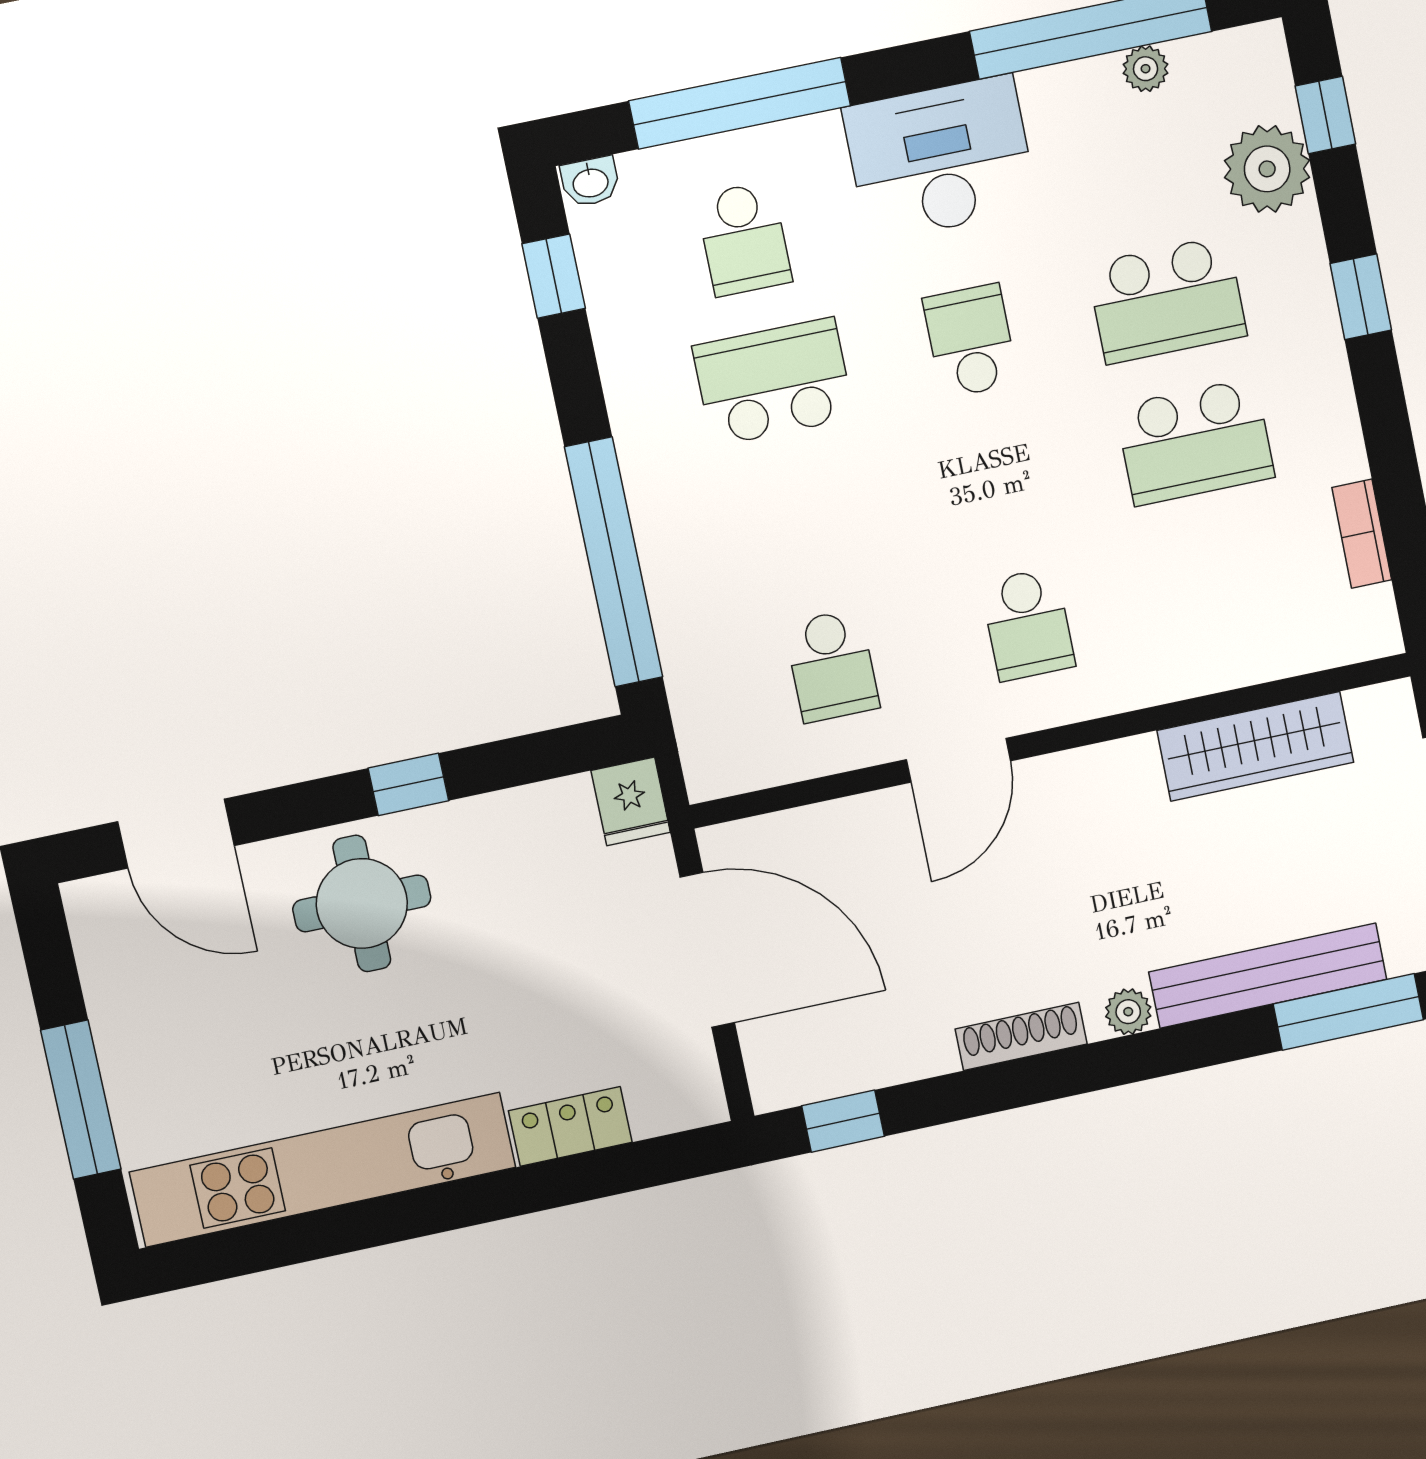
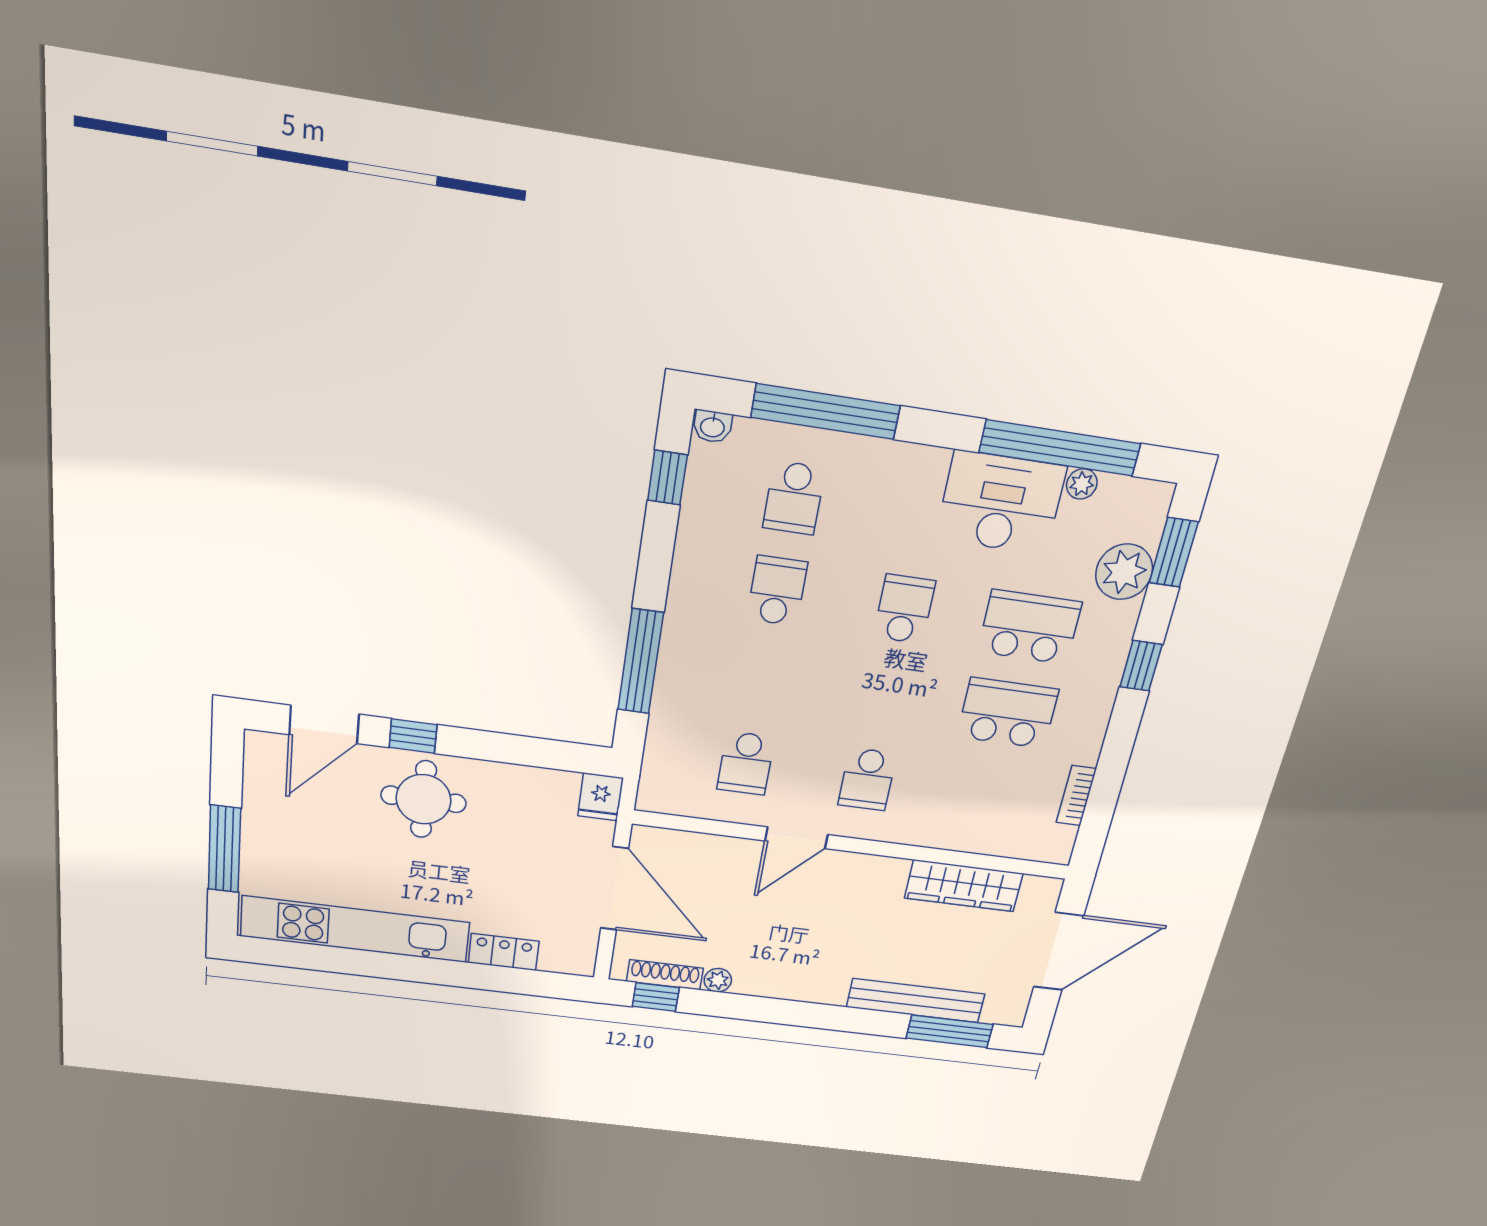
window: (1325, 115) -> (1174, 552), width x1.50
desk: (940, 158) -> (1001, 503), moved
school desk: (1167, 300) -> (1029, 627), turned 180
school desk: (773, 382) -> (777, 591), width x0.54
school desk: (1195, 442) -> (1008, 713), turned 180
window: (614, 562) -> (640, 661), width x0.68
window: (408, 784) -> (413, 736), moved
door: (176, 834) -> (324, 724), hinge flipped
plant: (1128, 1012) -> (718, 980), moved
shoe rack: (1021, 1036) -> (665, 975), moved

